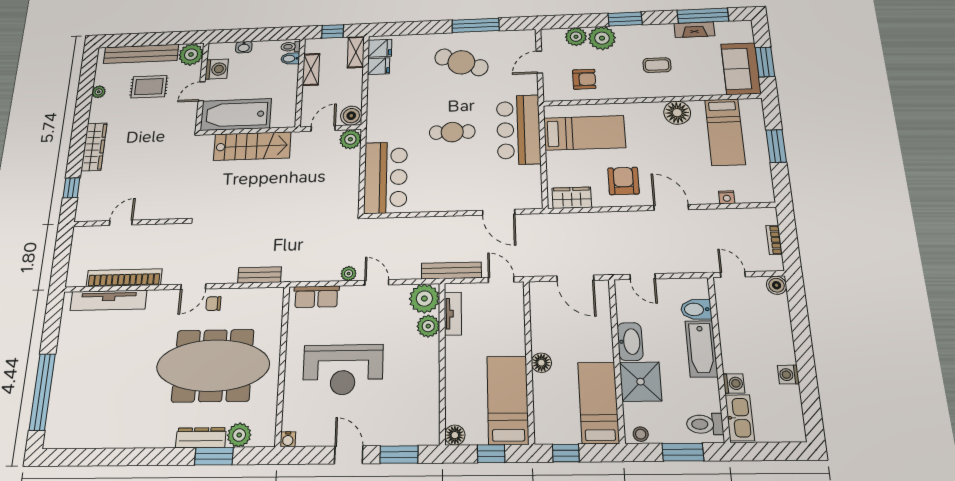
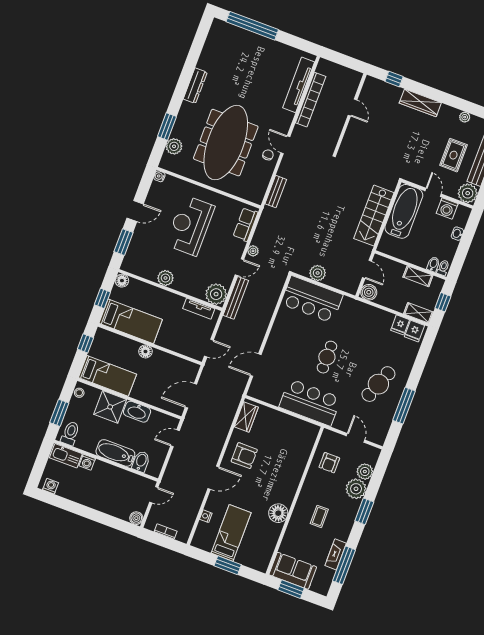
bed: (725, 132) -> (231, 533), moved, turned 90
bed: (584, 133) -> (289, 445), removed
plant: (350, 139) -> (318, 273), moved
bench: (451, 271) -> (236, 298), moved
plant: (428, 326) -> (165, 278), moved
washing machine: (788, 375) -> (51, 486), moved
dresser: (201, 438) -> (195, 86), moved

